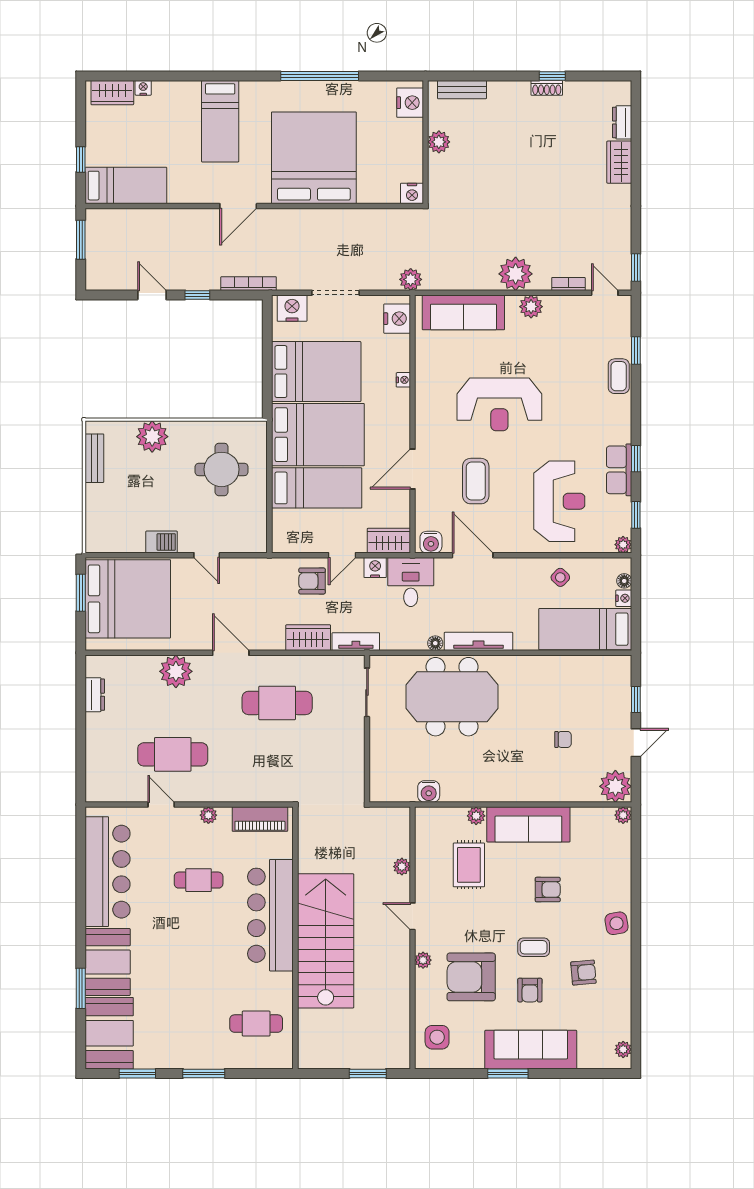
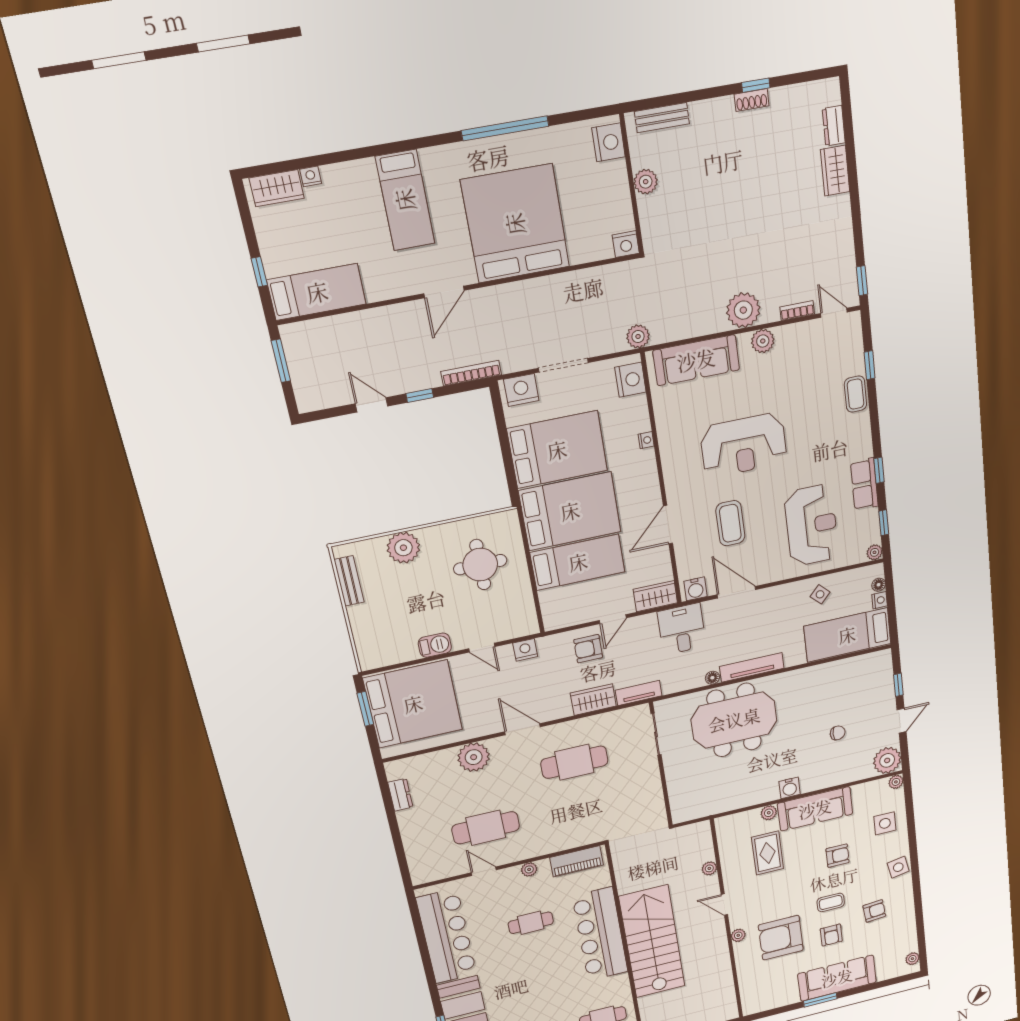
nightstand: (375, 568) -> (525, 650), moved
water cooler: (429, 792) -> (790, 788), moved
side table: (437, 1037) -> (885, 823), moved

